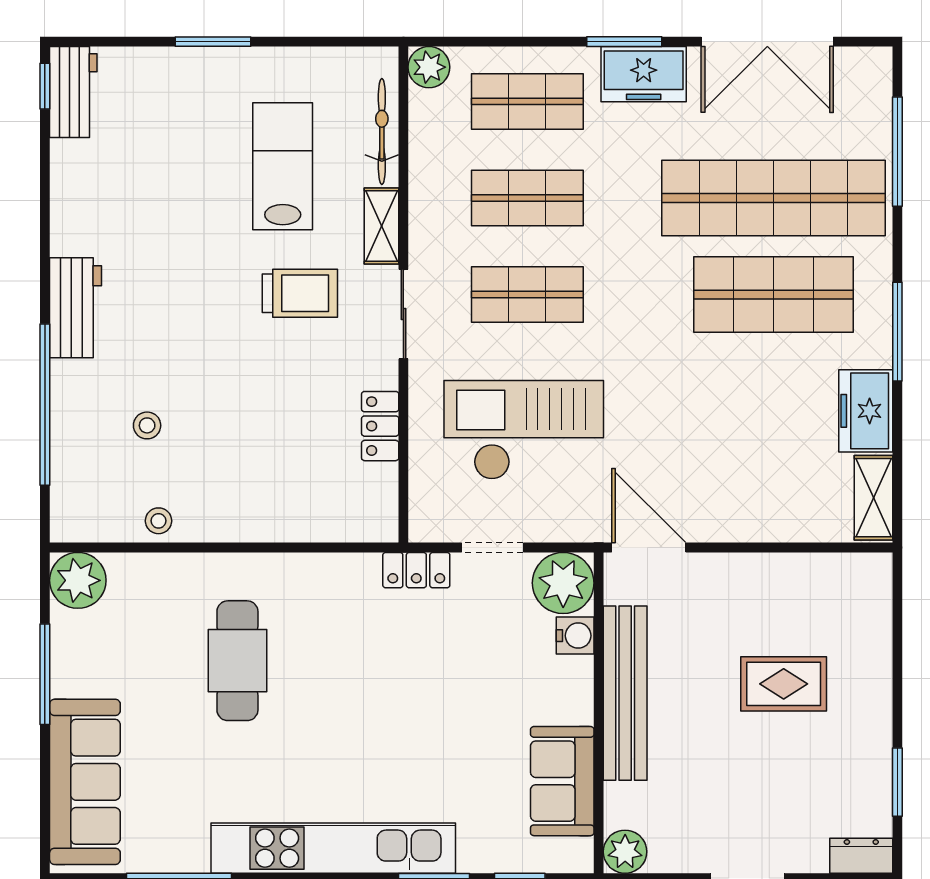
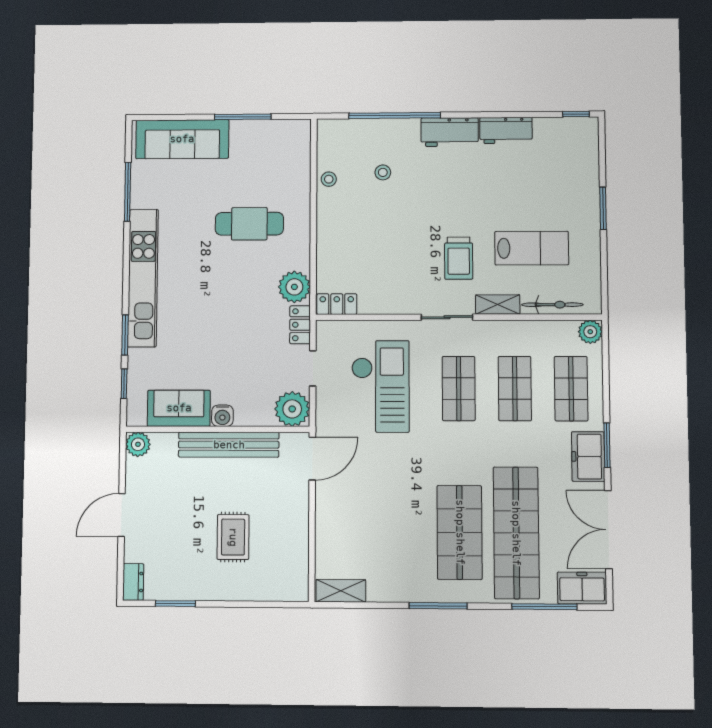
workbench: (73, 92) -> (506, 130), moved
freezer: (866, 411) -> (582, 588), moved
locker: (380, 426) -> (337, 304), moved
plant: (78, 580) -> (294, 287), moved
water cooler: (575, 636) -> (222, 416), moved

